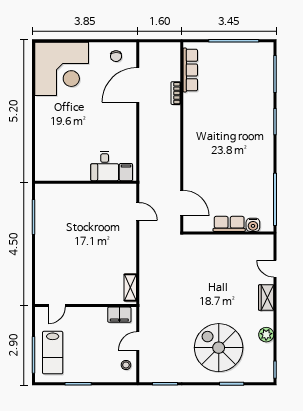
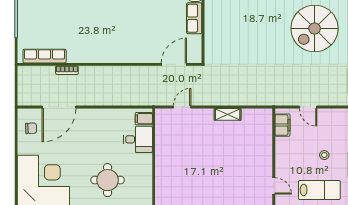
door: (138, 85) -> (59, 107), hinge flipped
round table: (63, 135) -> (108, 180), added
shelving: (130, 288) -> (228, 114), moved
stool: (126, 365) -> (324, 155), moved

